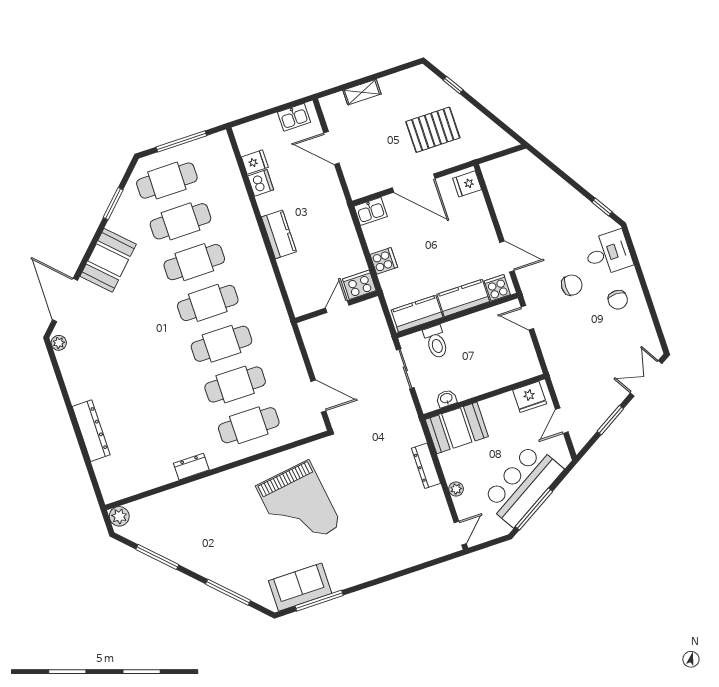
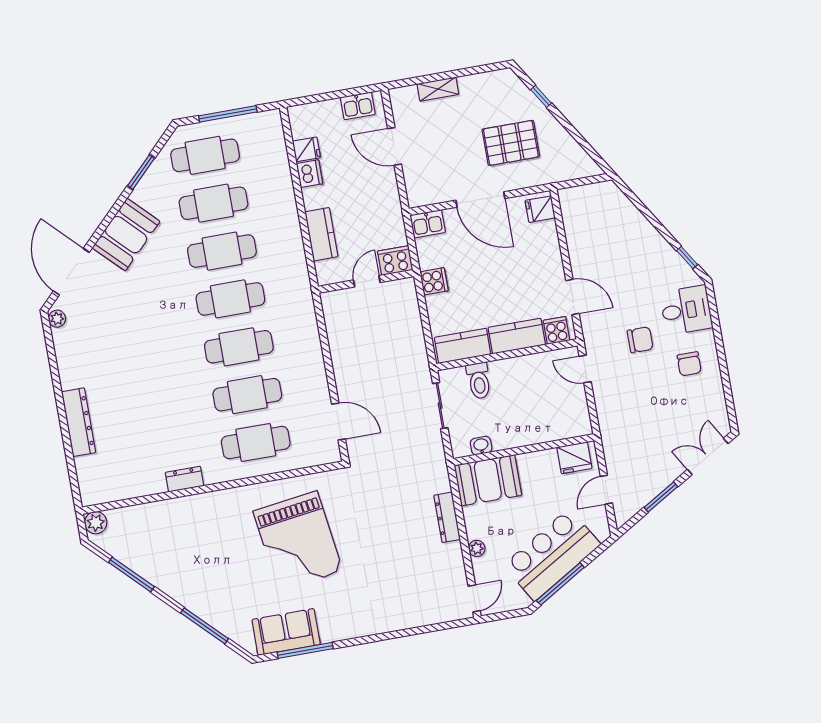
cooker: (359, 285) -> (395, 261), moved
door: (337, 307) -> (367, 281), moved
wall: (337, 307) -> (366, 281), moved

